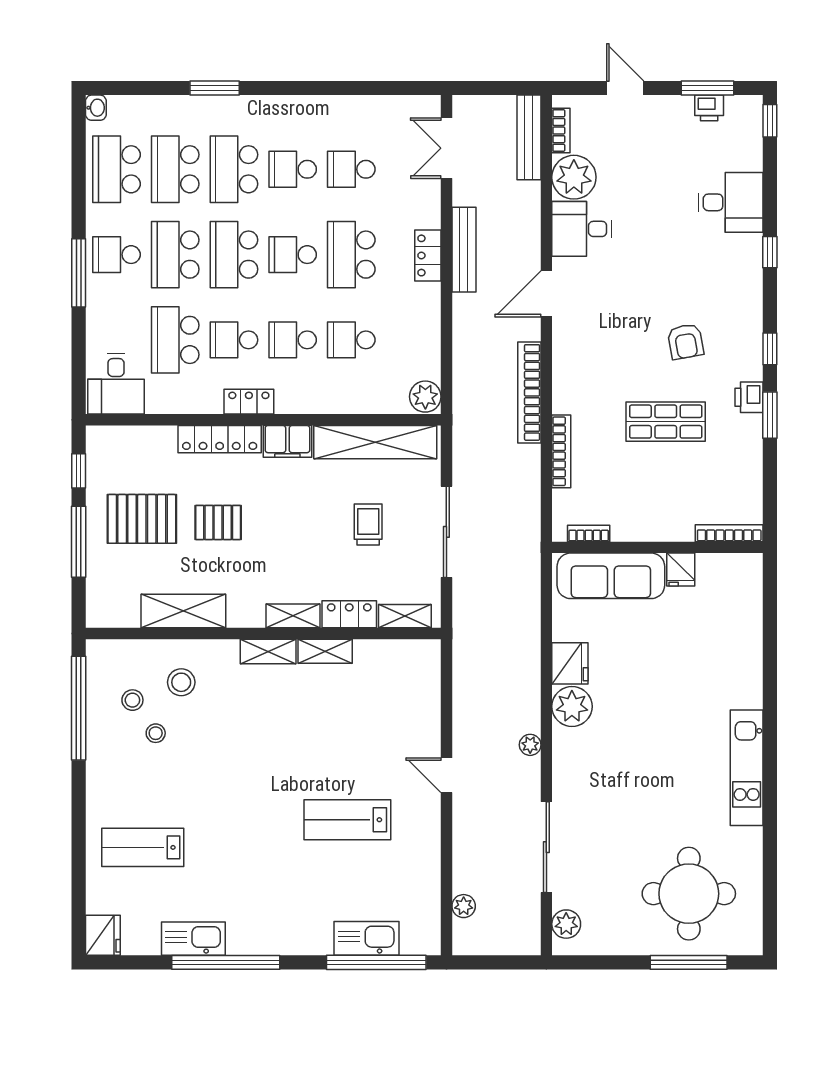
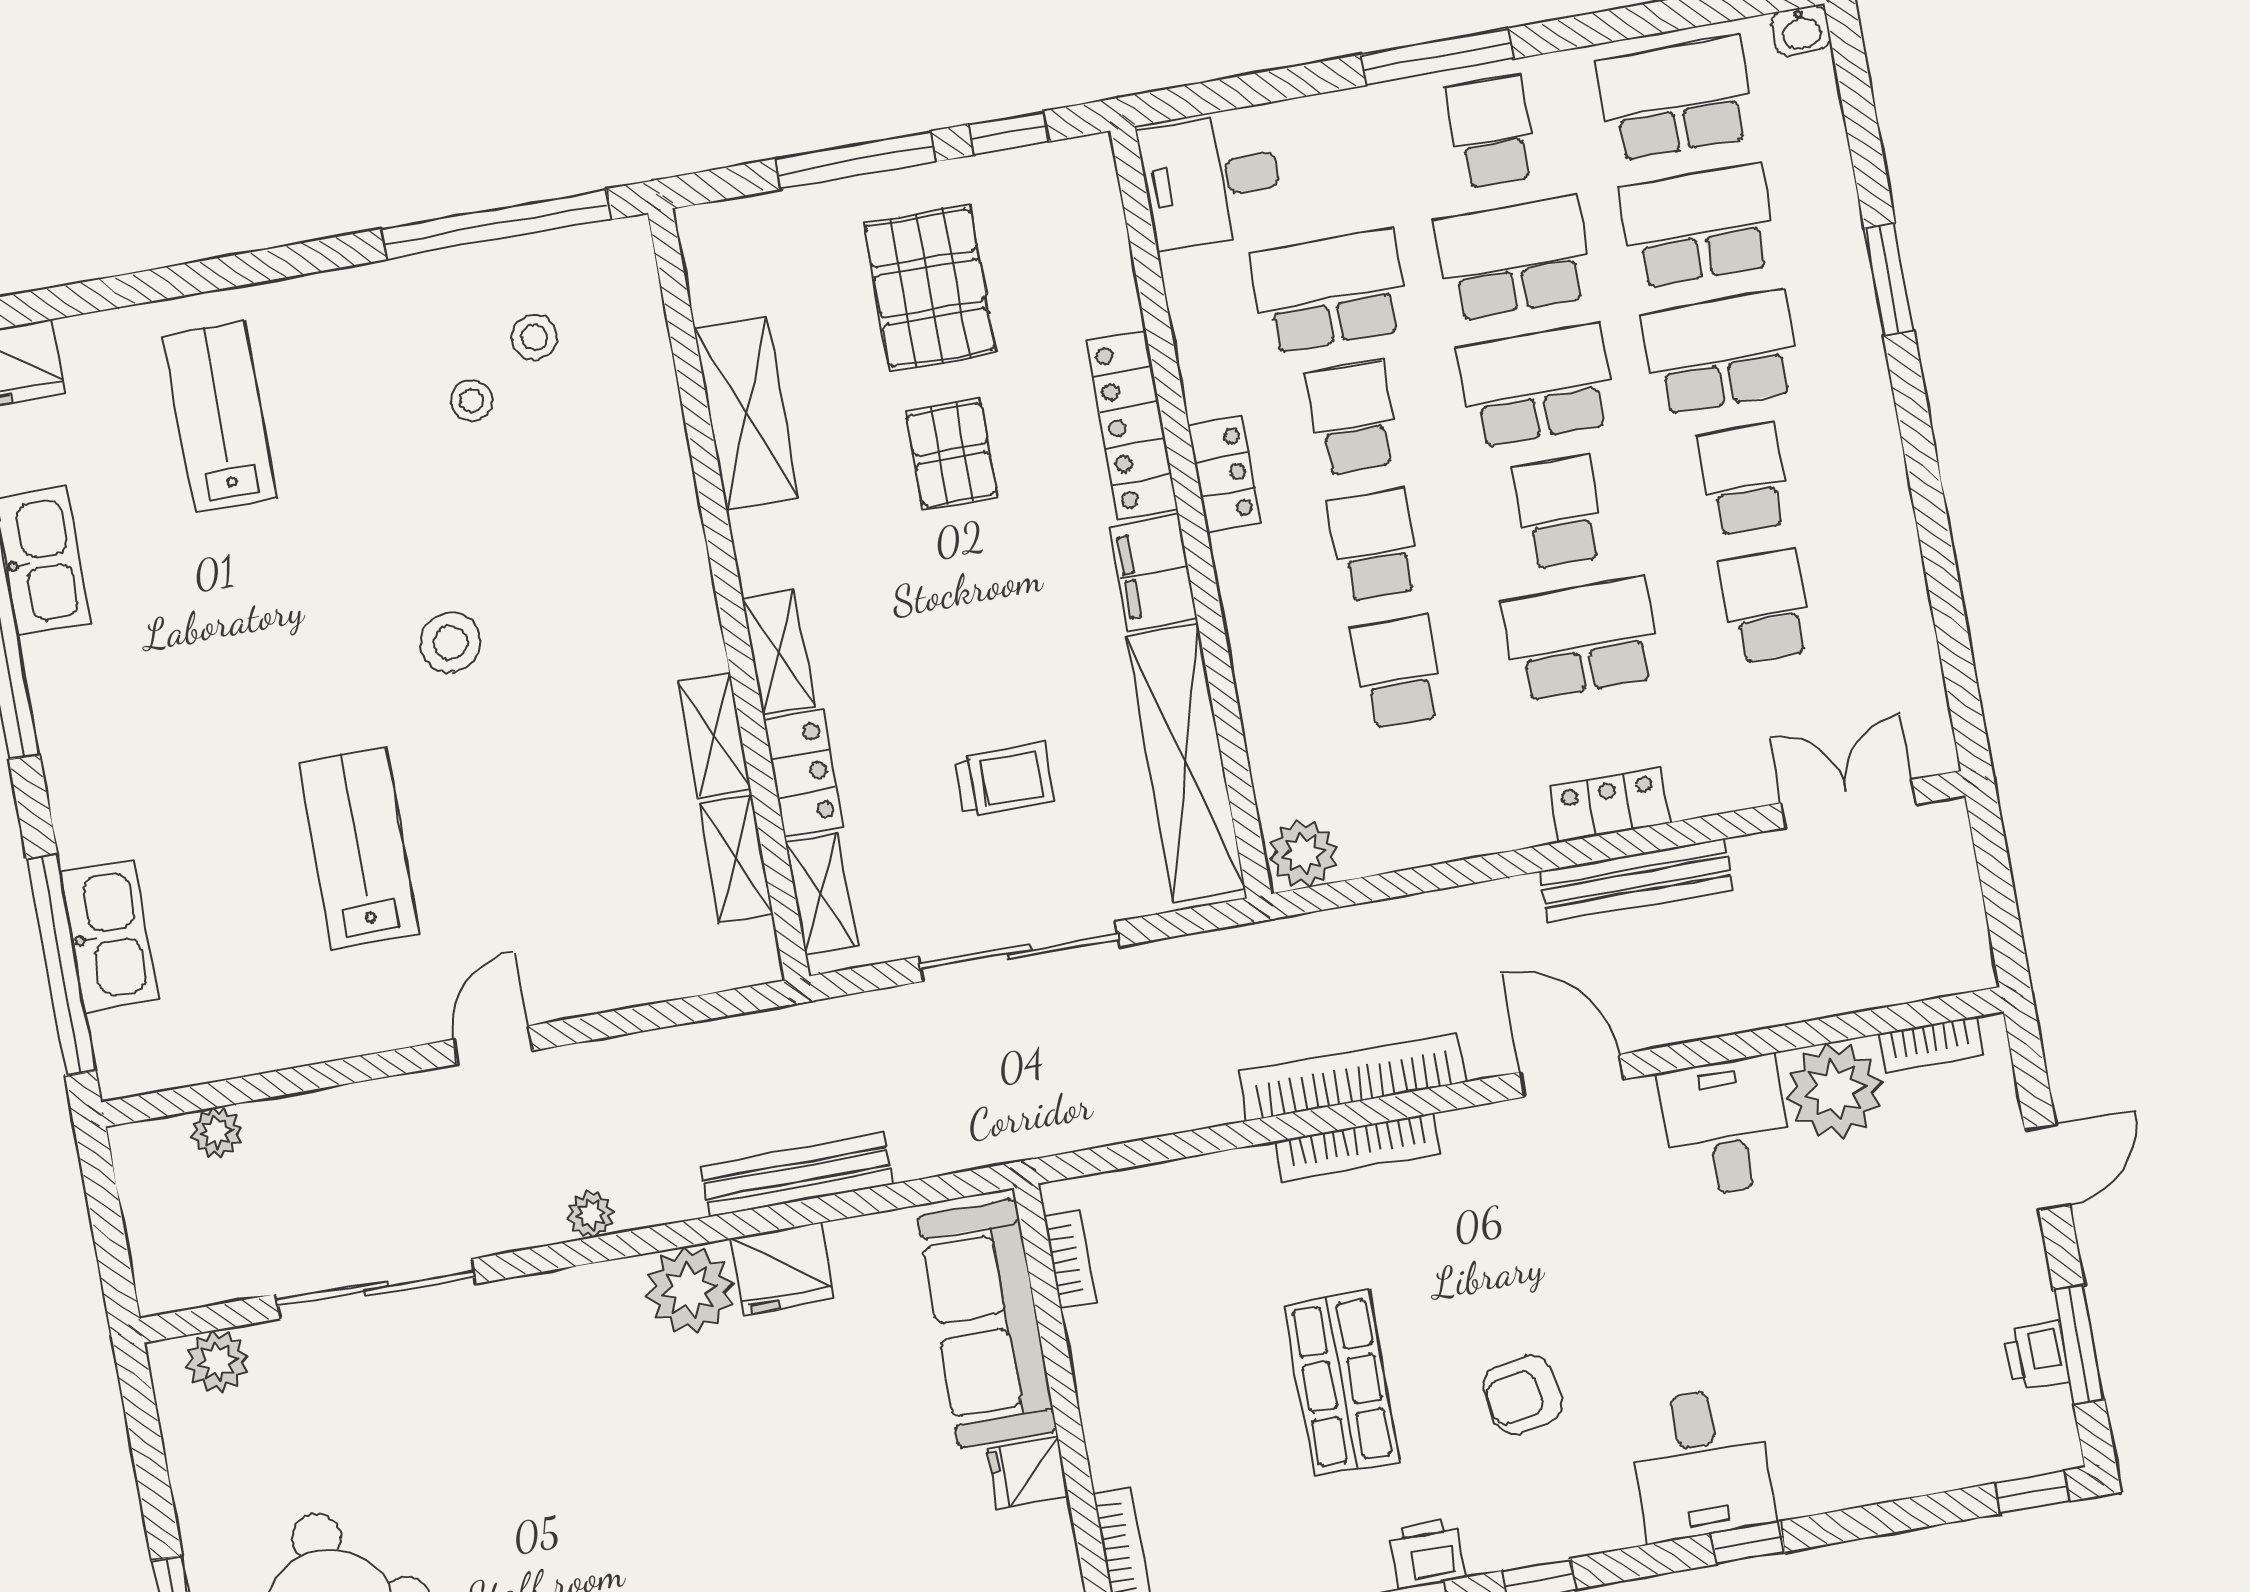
bench: (529, 137) -> (796, 1175), moved
desk: (731, 202) -> (1700, 1464), moved
bookcase: (561, 451) -> (1358, 1147), moved
shelving: (268, 652) -> (736, 859), moved
stool: (181, 682) -> (450, 642), moved

